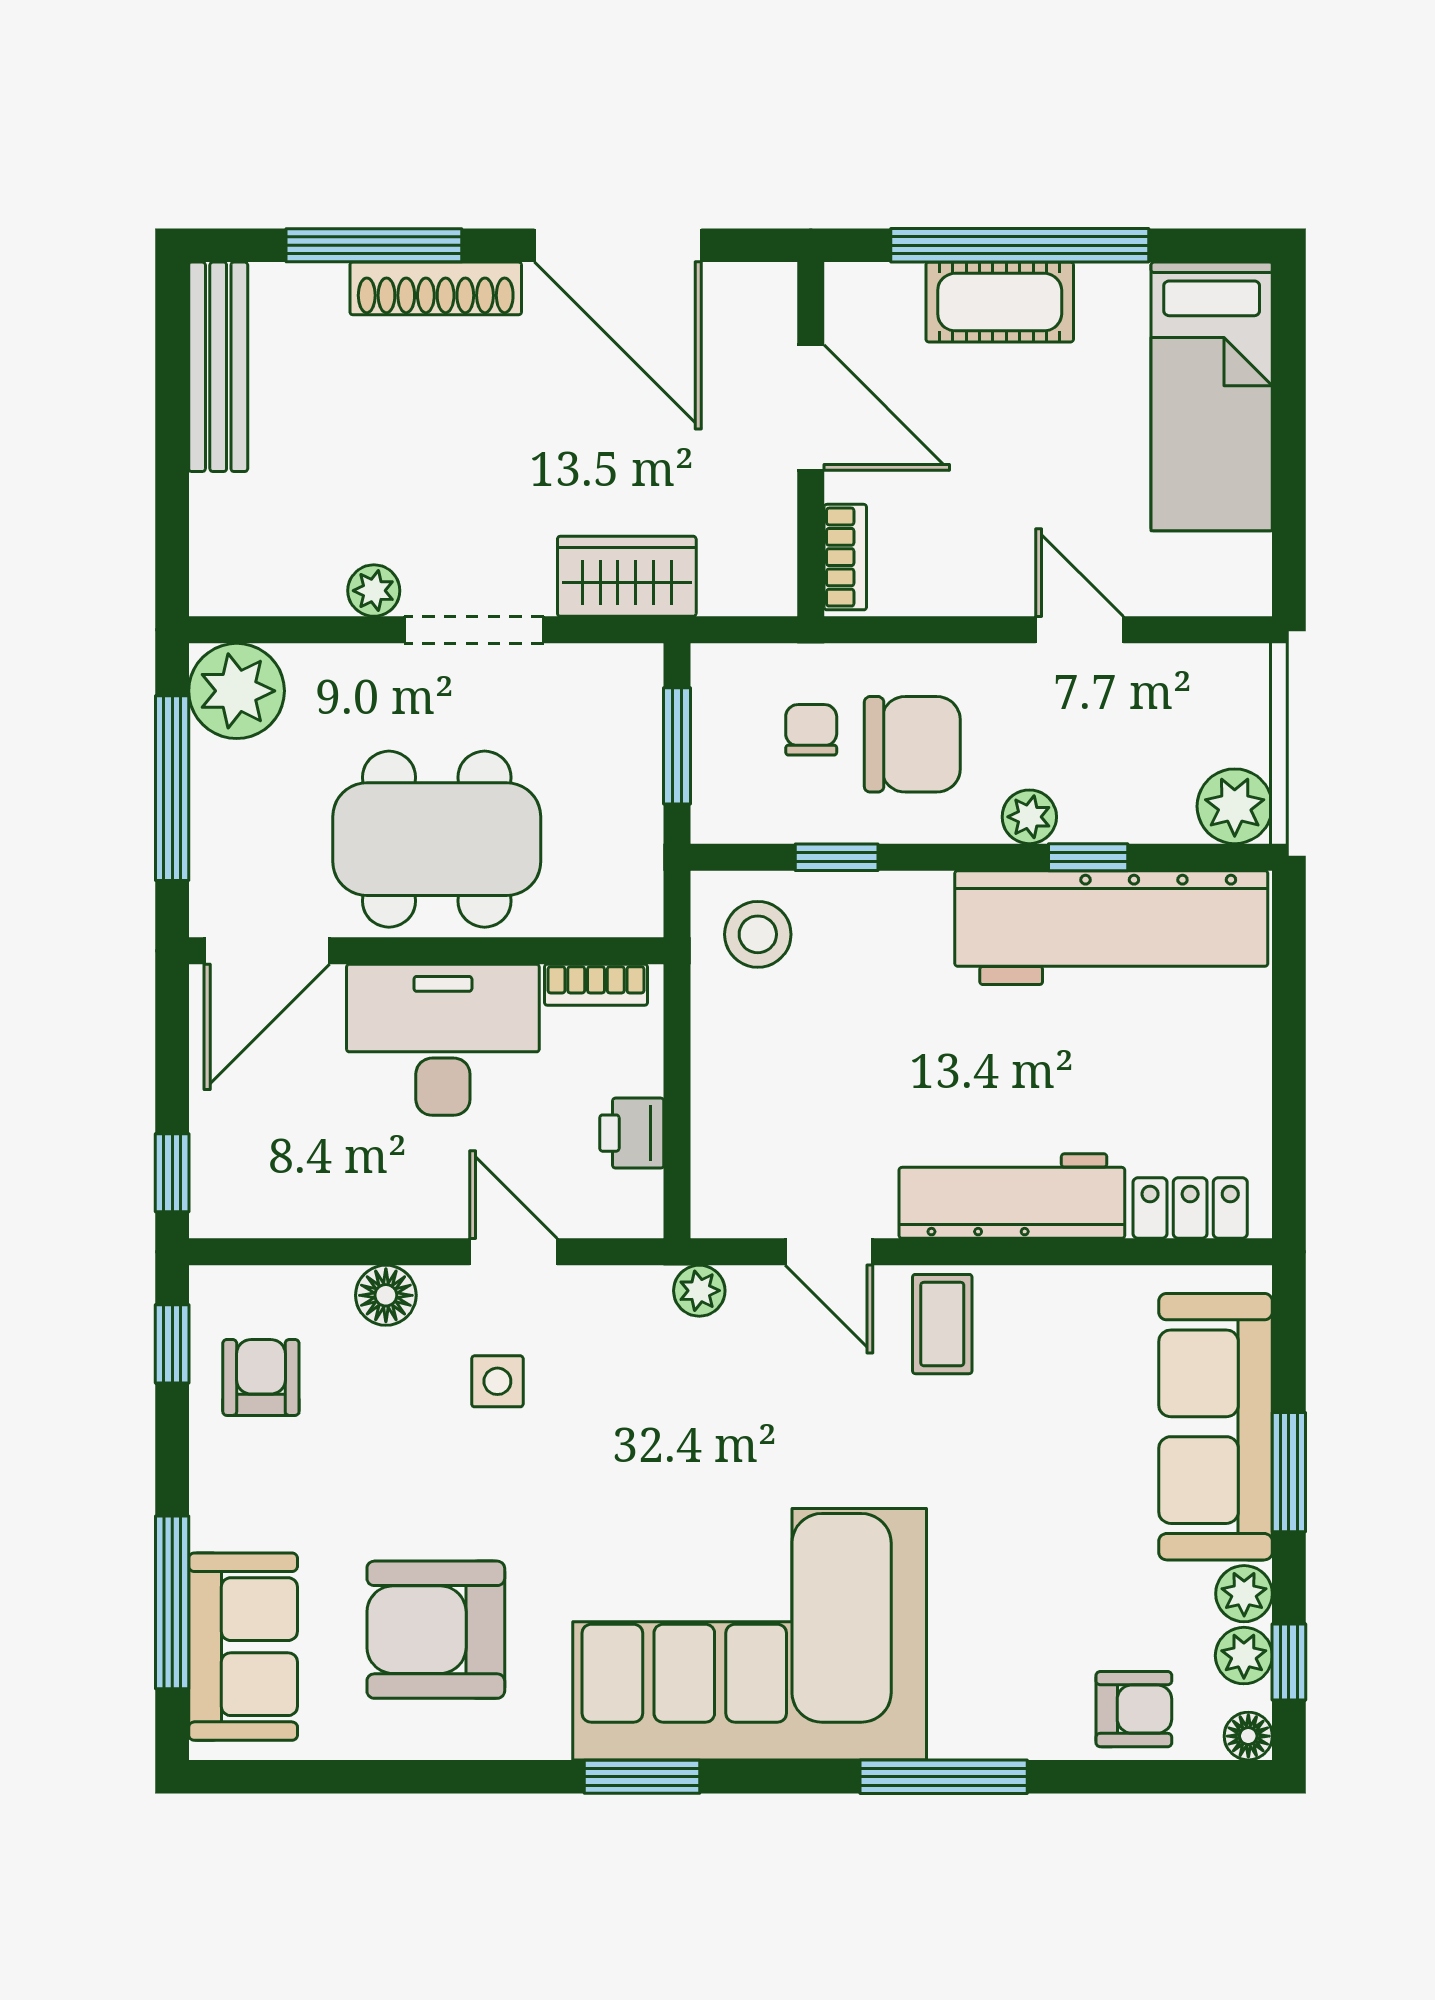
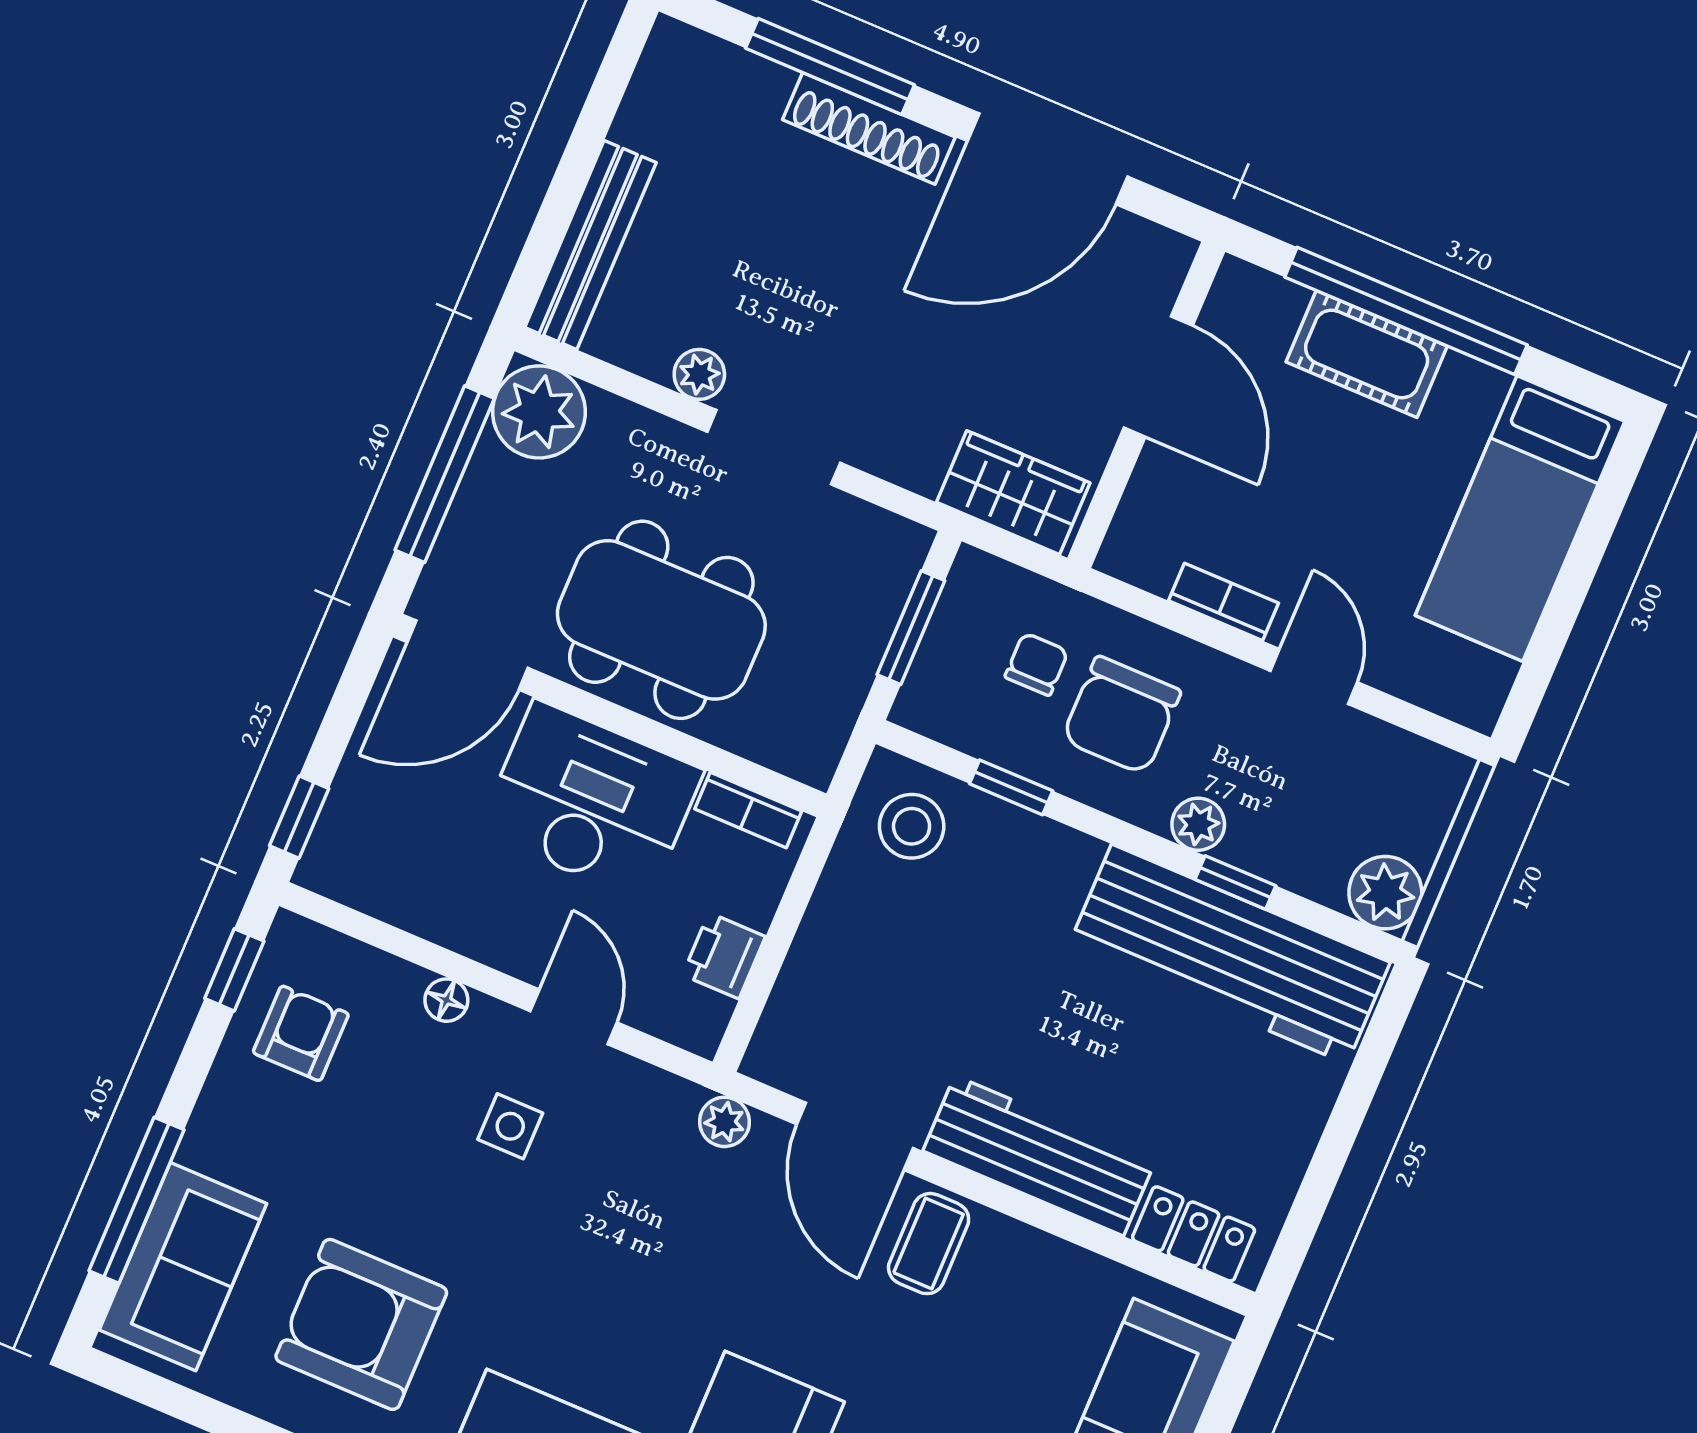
door: (618, 245) -> (1048, 159), hinge flipped
bench: (218, 367) -> (590, 245), moved
bookcase: (845, 557) -> (1224, 602), moved, turned -90
wardrobe: (627, 576) -> (1013, 493), moved
chair: (912, 744) -> (1121, 715), turned 90
door: (829, 1252) -> (855, 1136), width x1.38
floor lamp: (386, 1295) -> (446, 1000), width x0.73, depth x0.73

